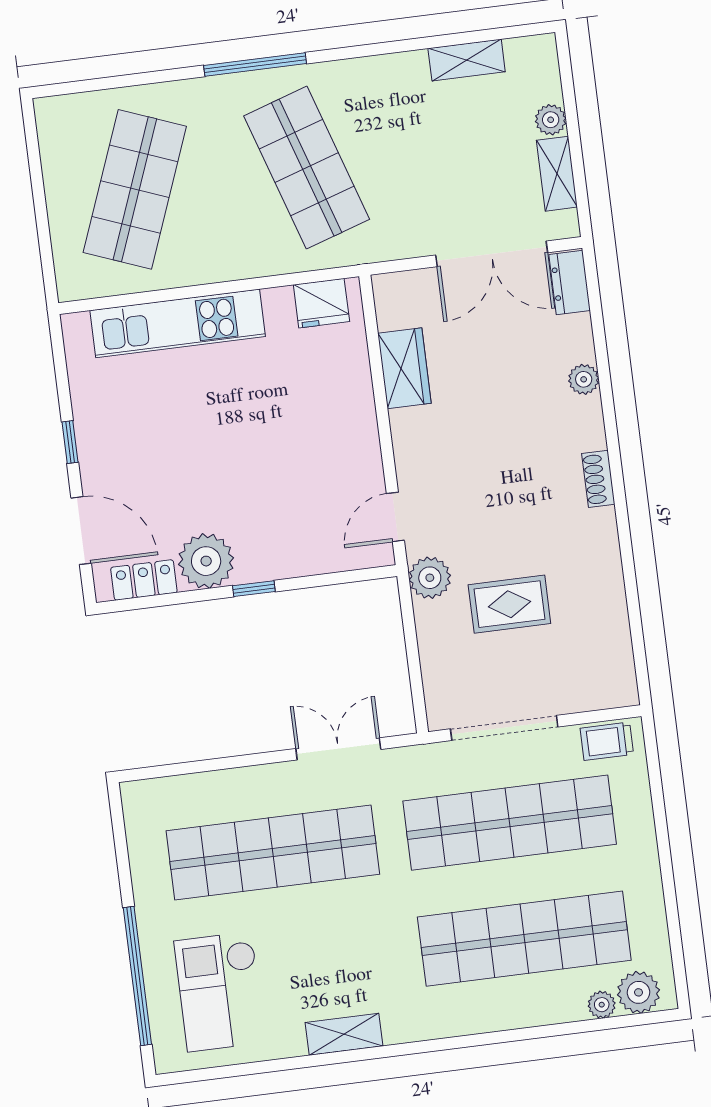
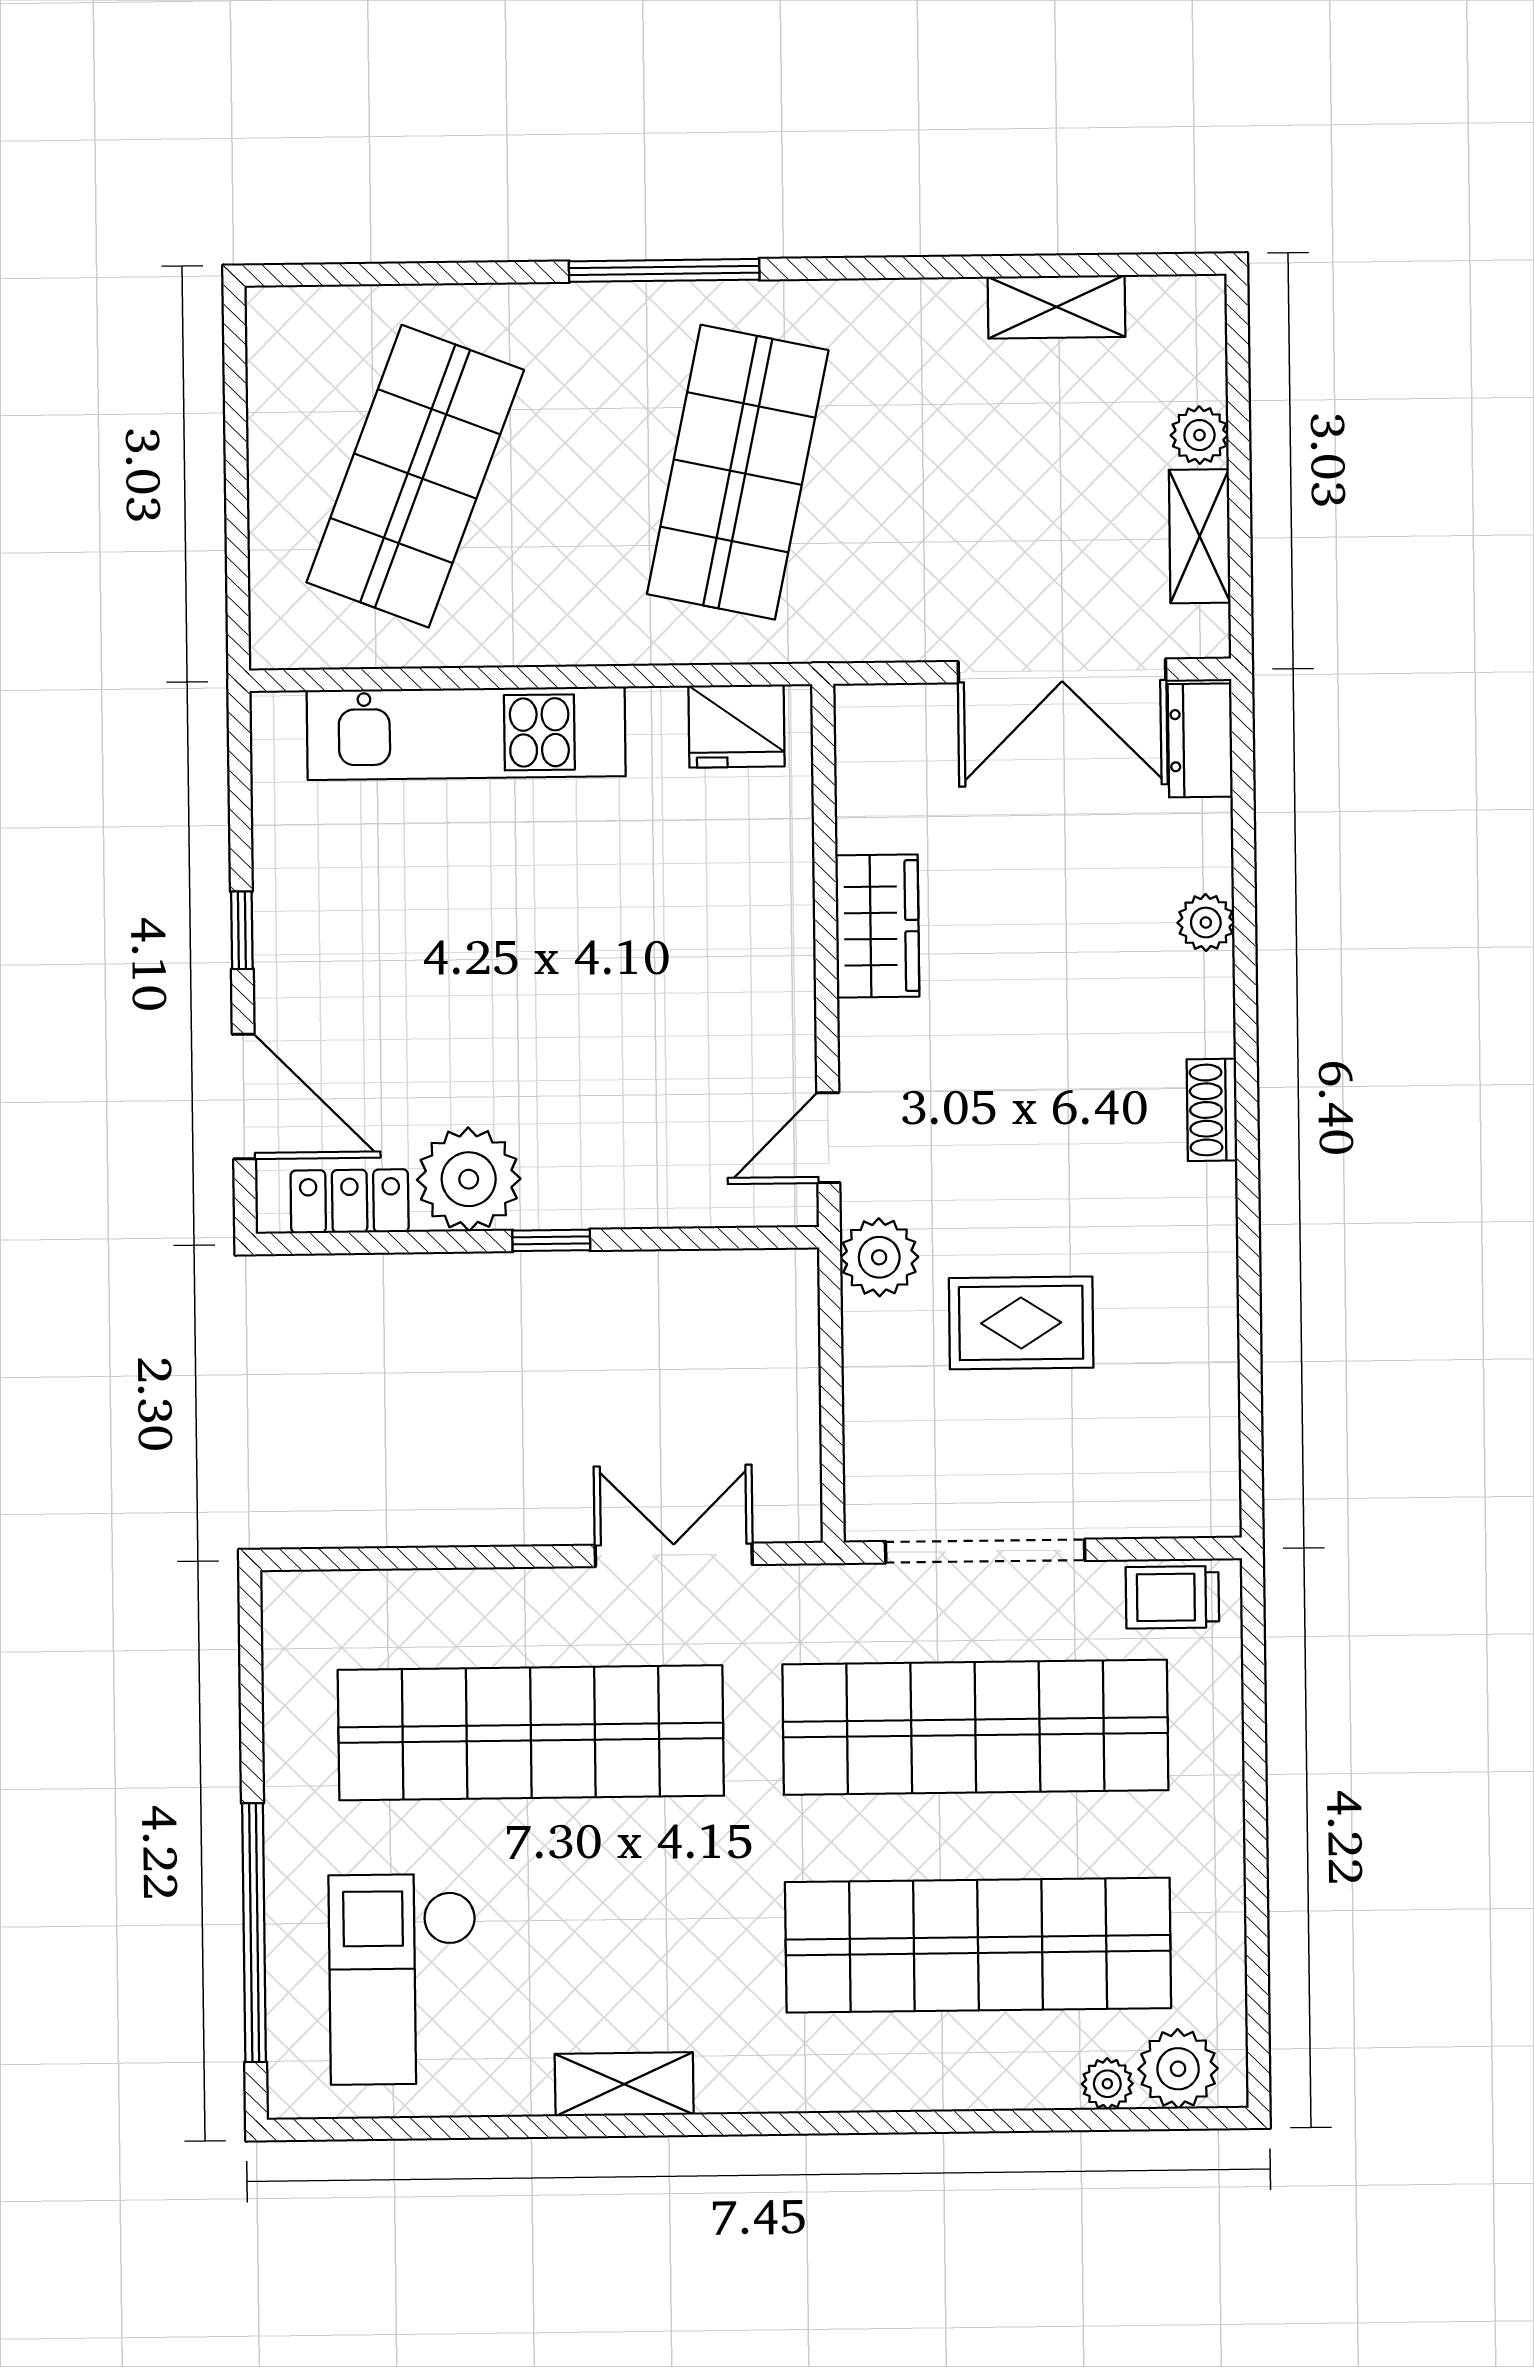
shop shelf: (307, 168) -> (738, 472), turned 30
wardrobe: (404, 368) -> (877, 926), moved

